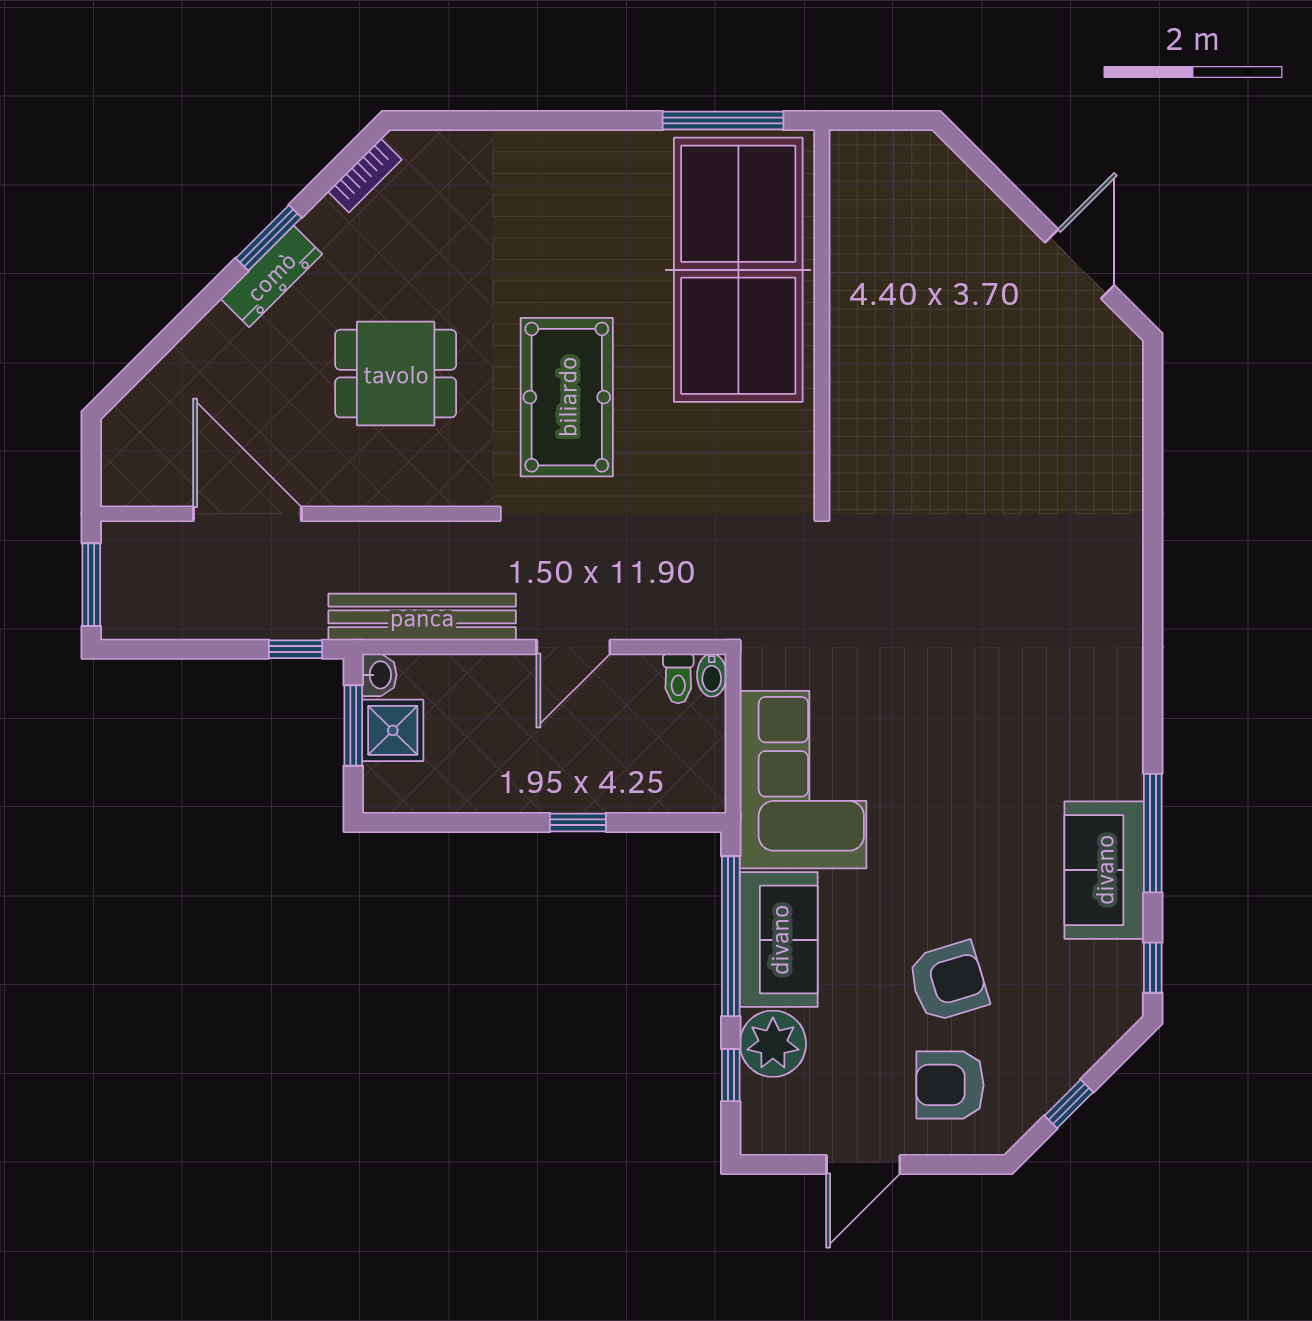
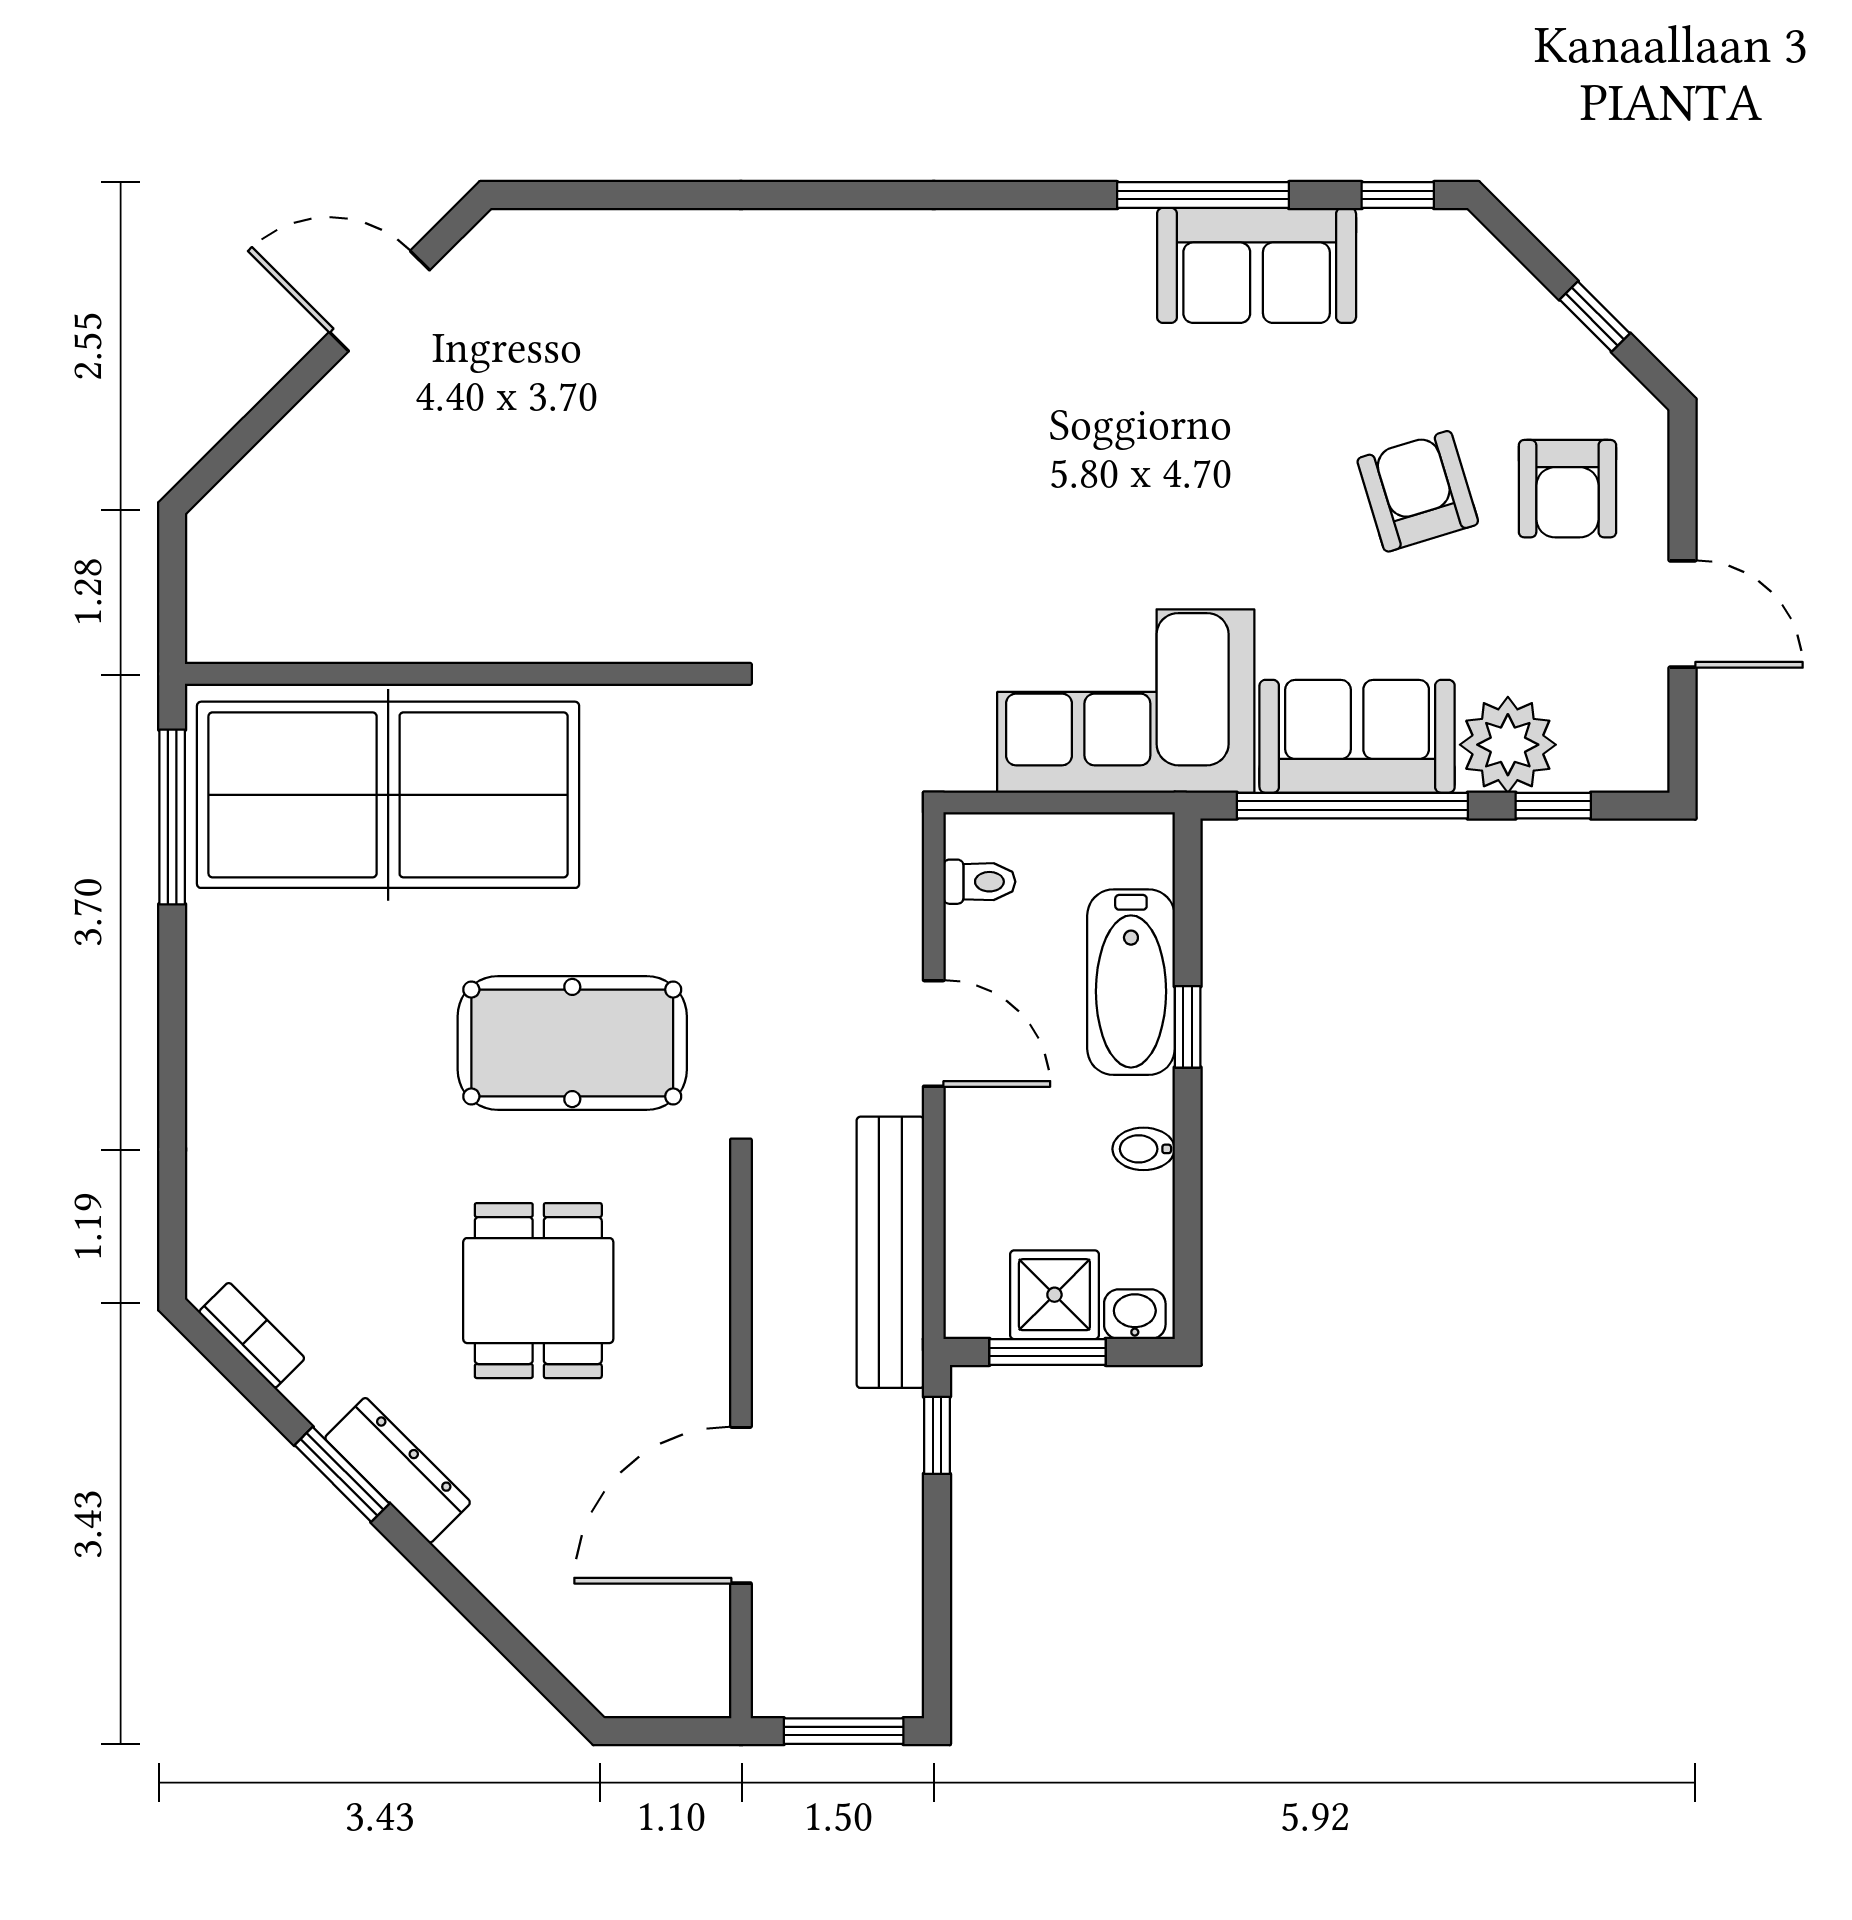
washbasin: (379, 675) -> (1135, 1314), moved
bidet: (712, 675) -> (1144, 1149), moved, turned 180
bathtub: (609, 783) -> (1131, 982), added

